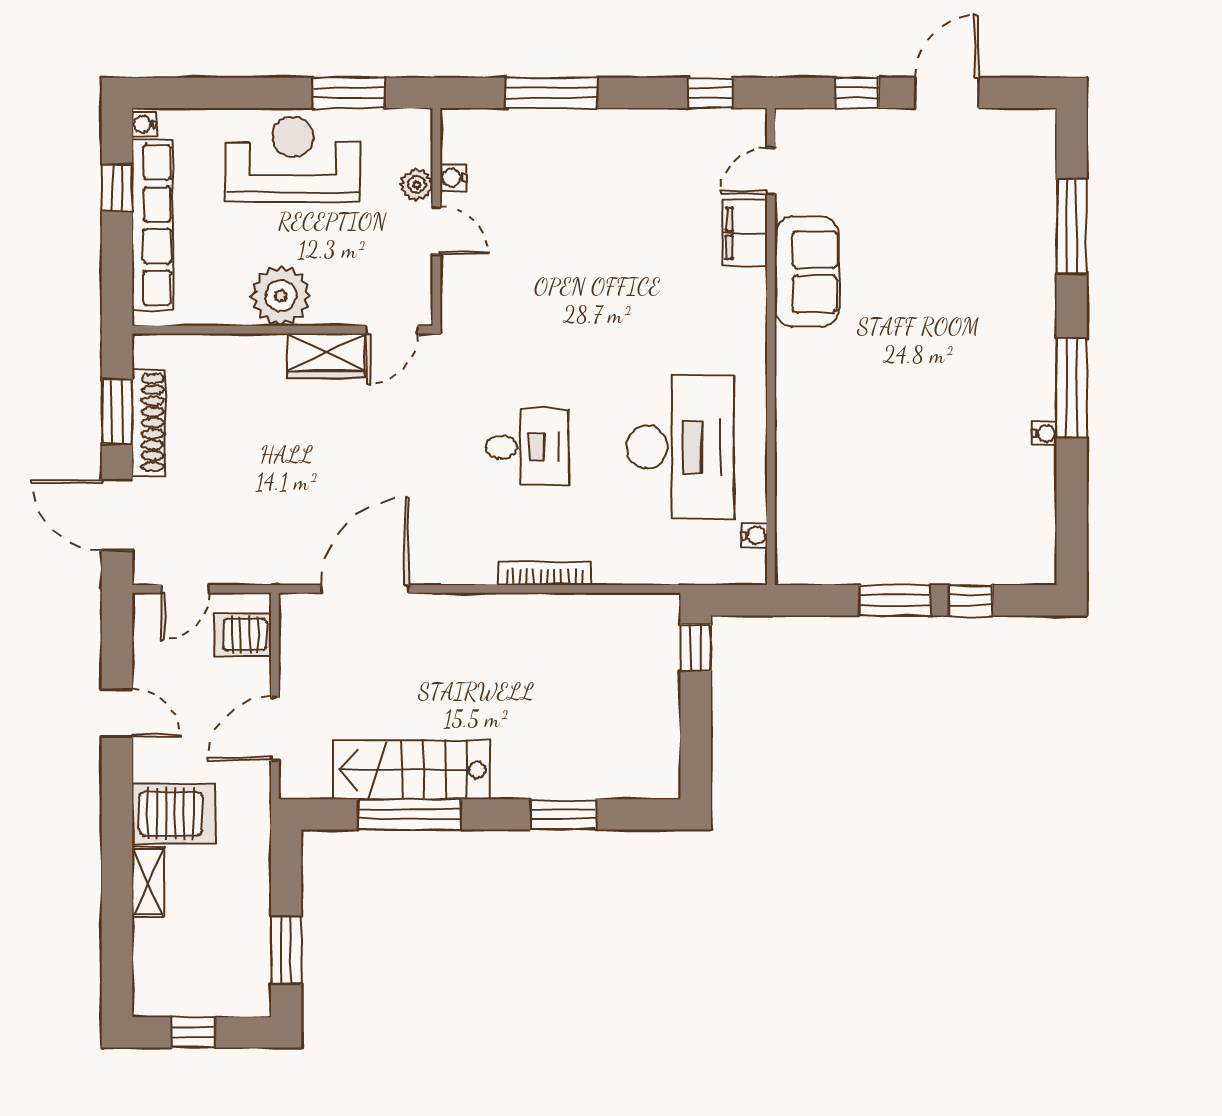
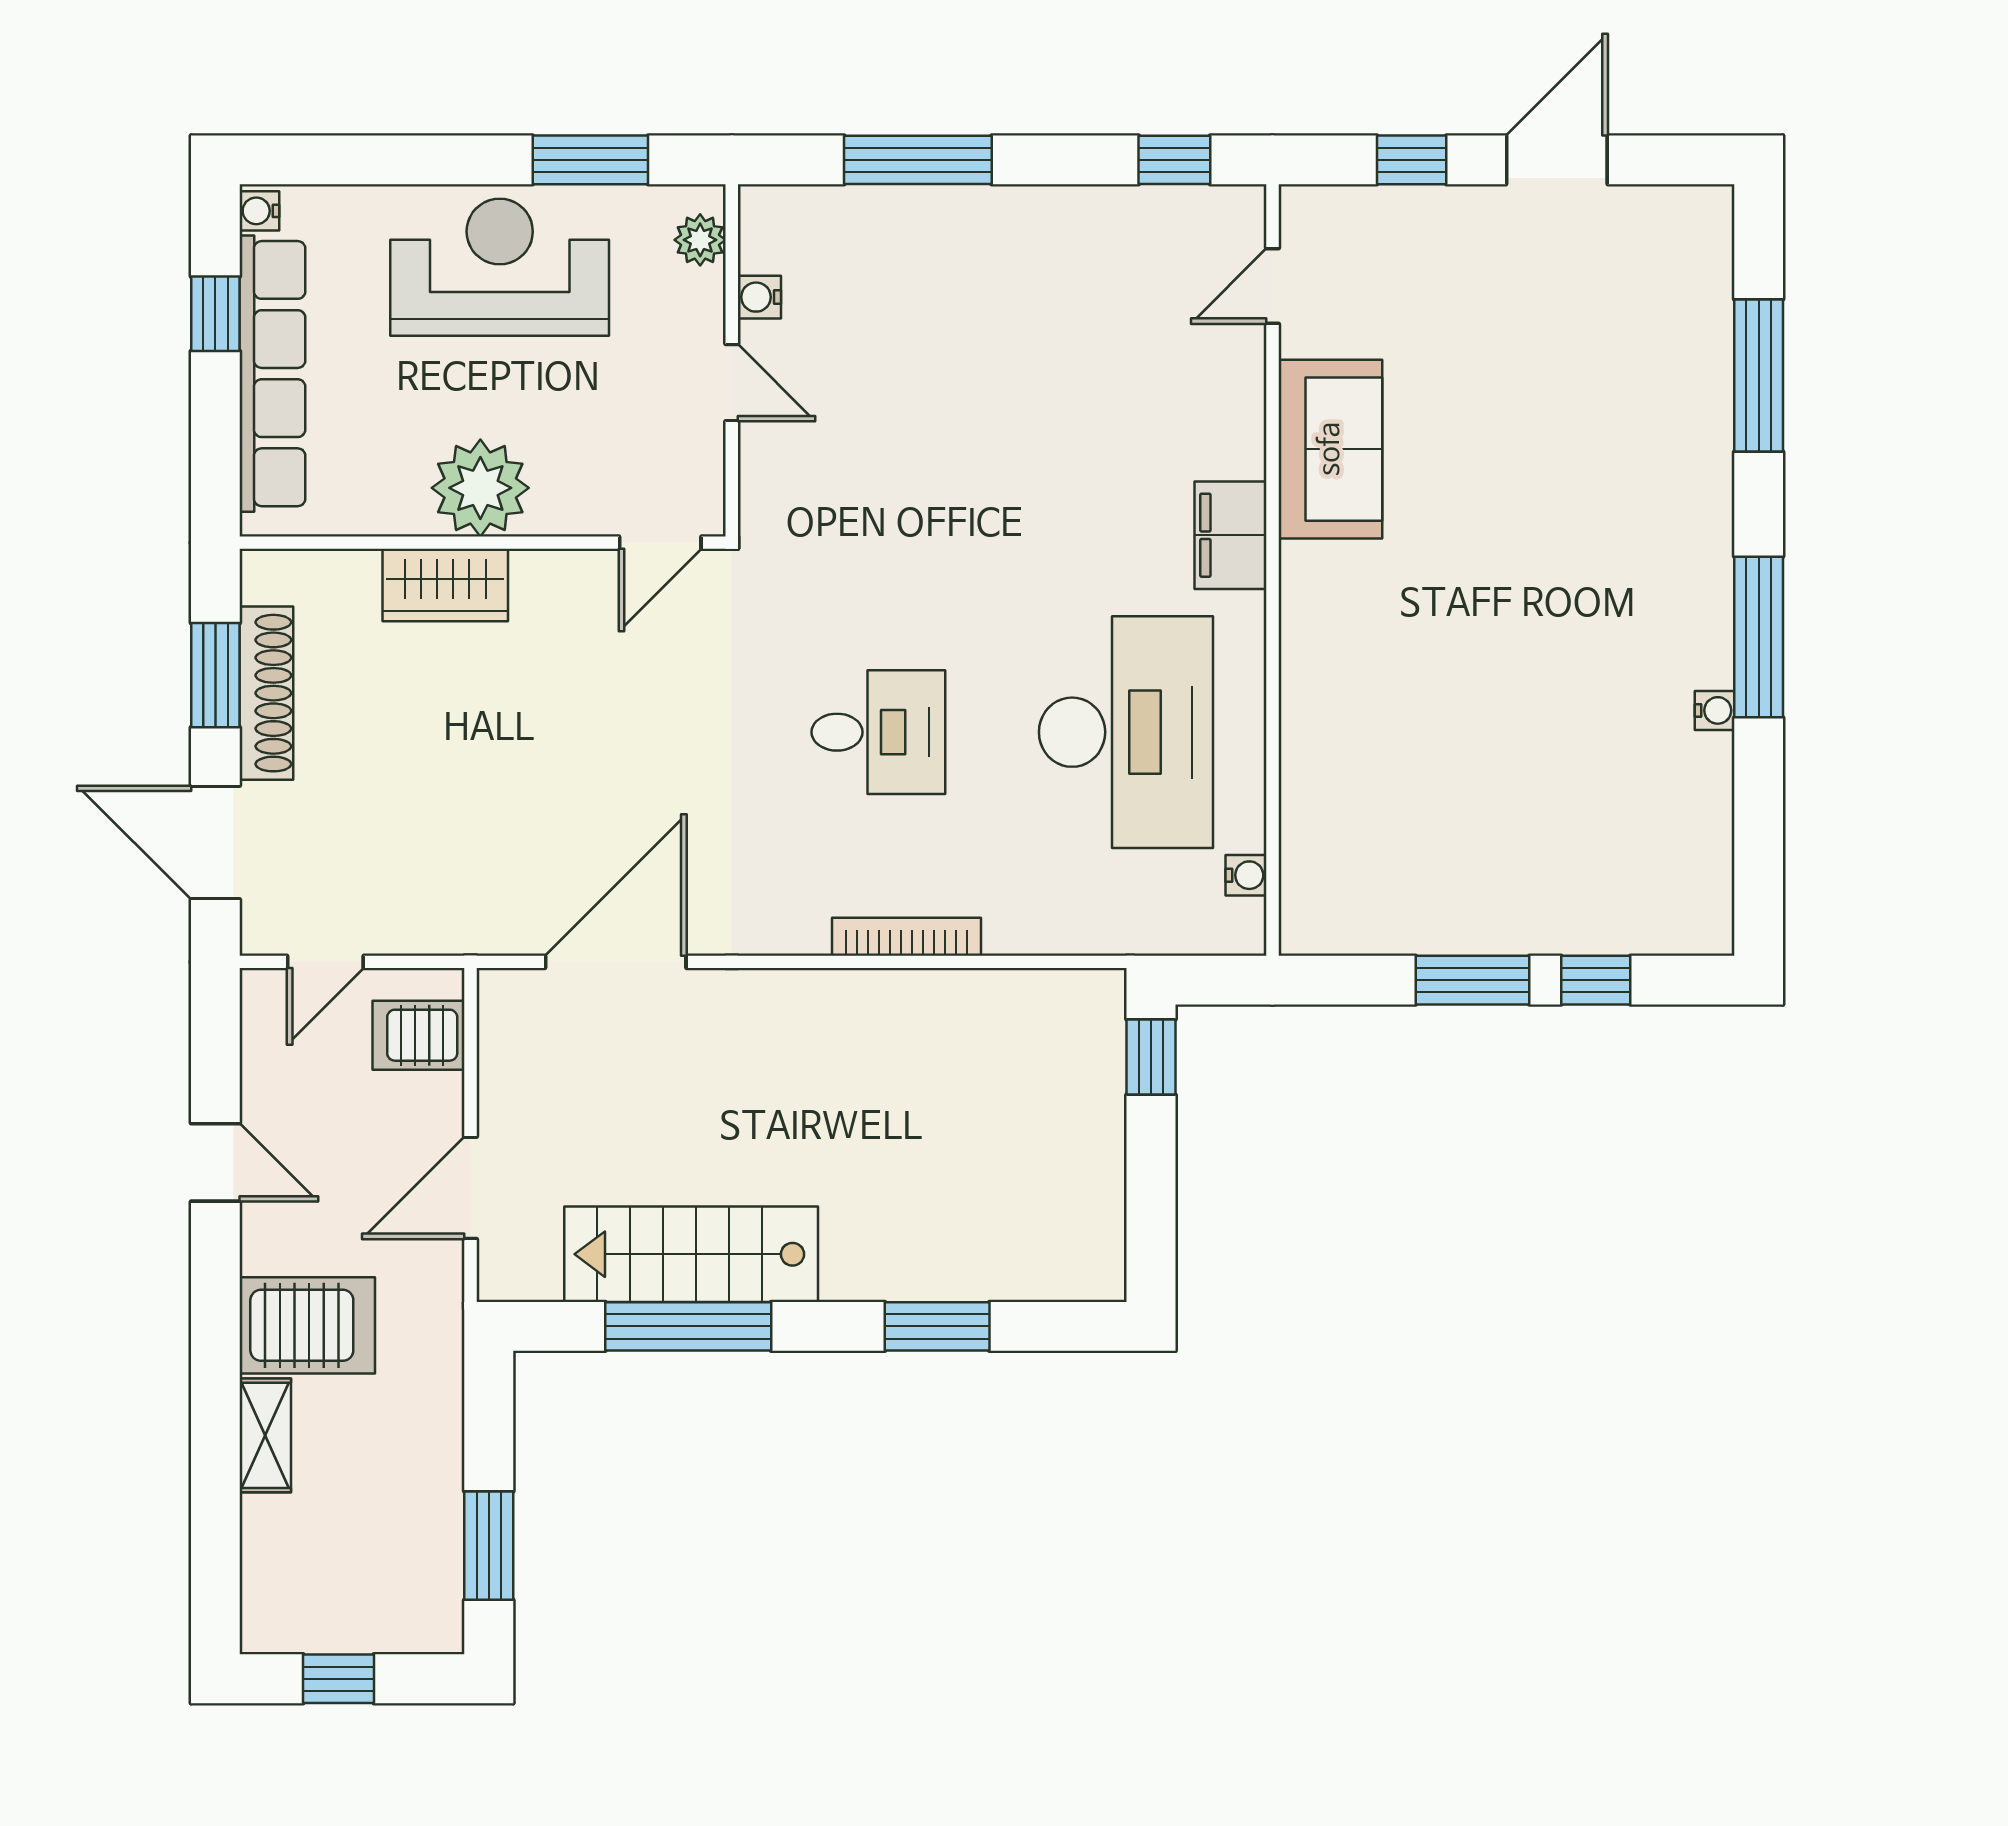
plant: (417, 184) -> (700, 240), moved
filing cabinet: (745, 233) -> (1231, 535), moved
wardrobe: (326, 356) -> (445, 585), moved

